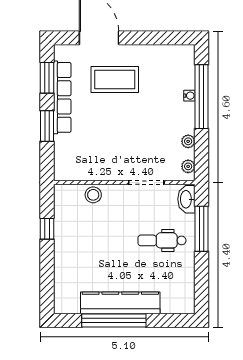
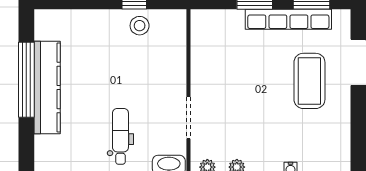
stool: (93, 195) -> (140, 26), moved

